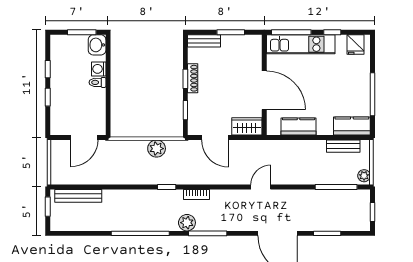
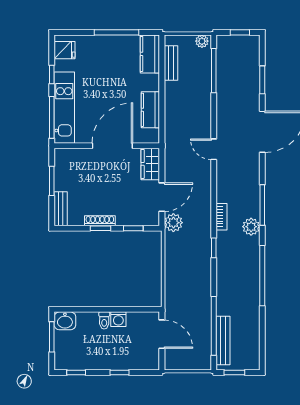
window: (48, 69) -> (76, 372), moved
washing machine: (99, 69) -> (118, 319), moved
plant: (157, 149) -> (173, 223), moved
window: (92, 187) -> (214, 326), added

